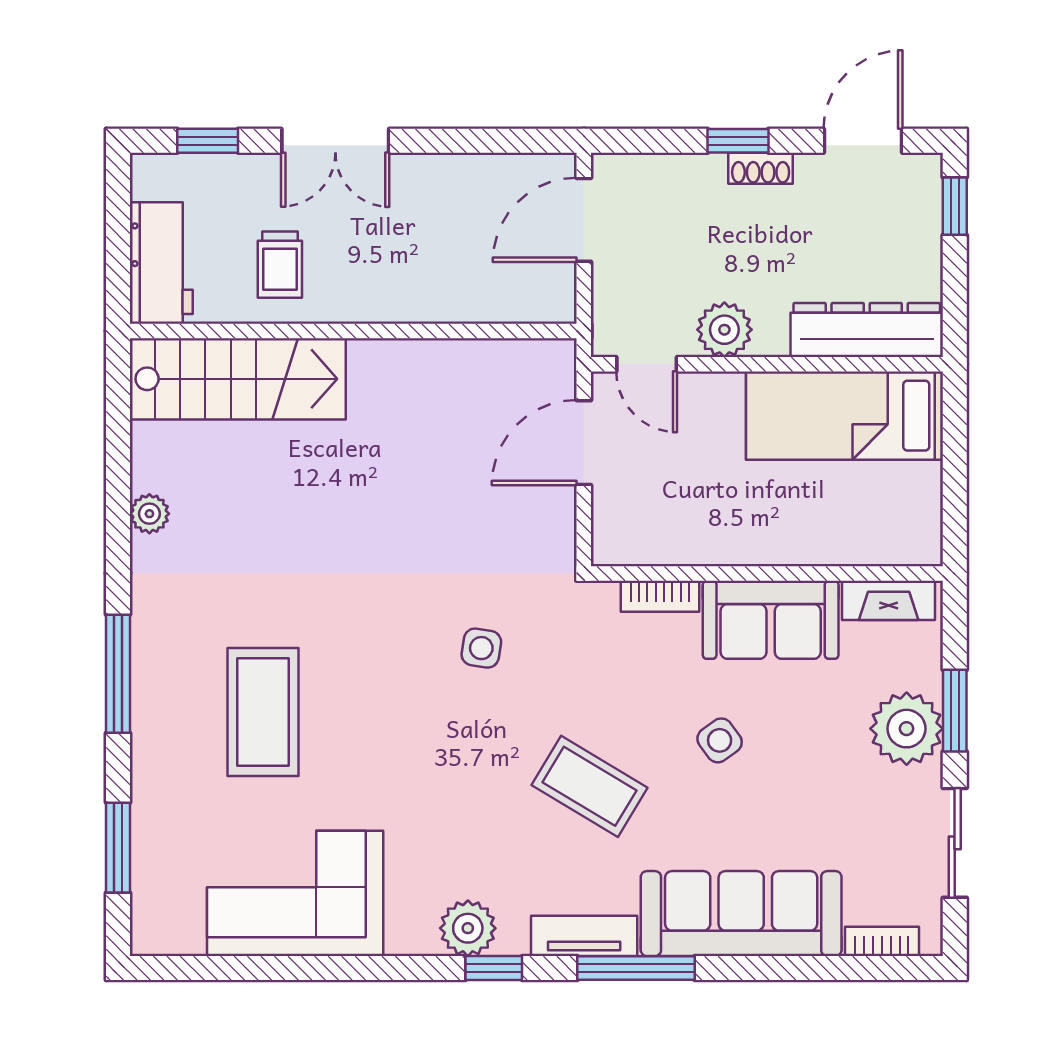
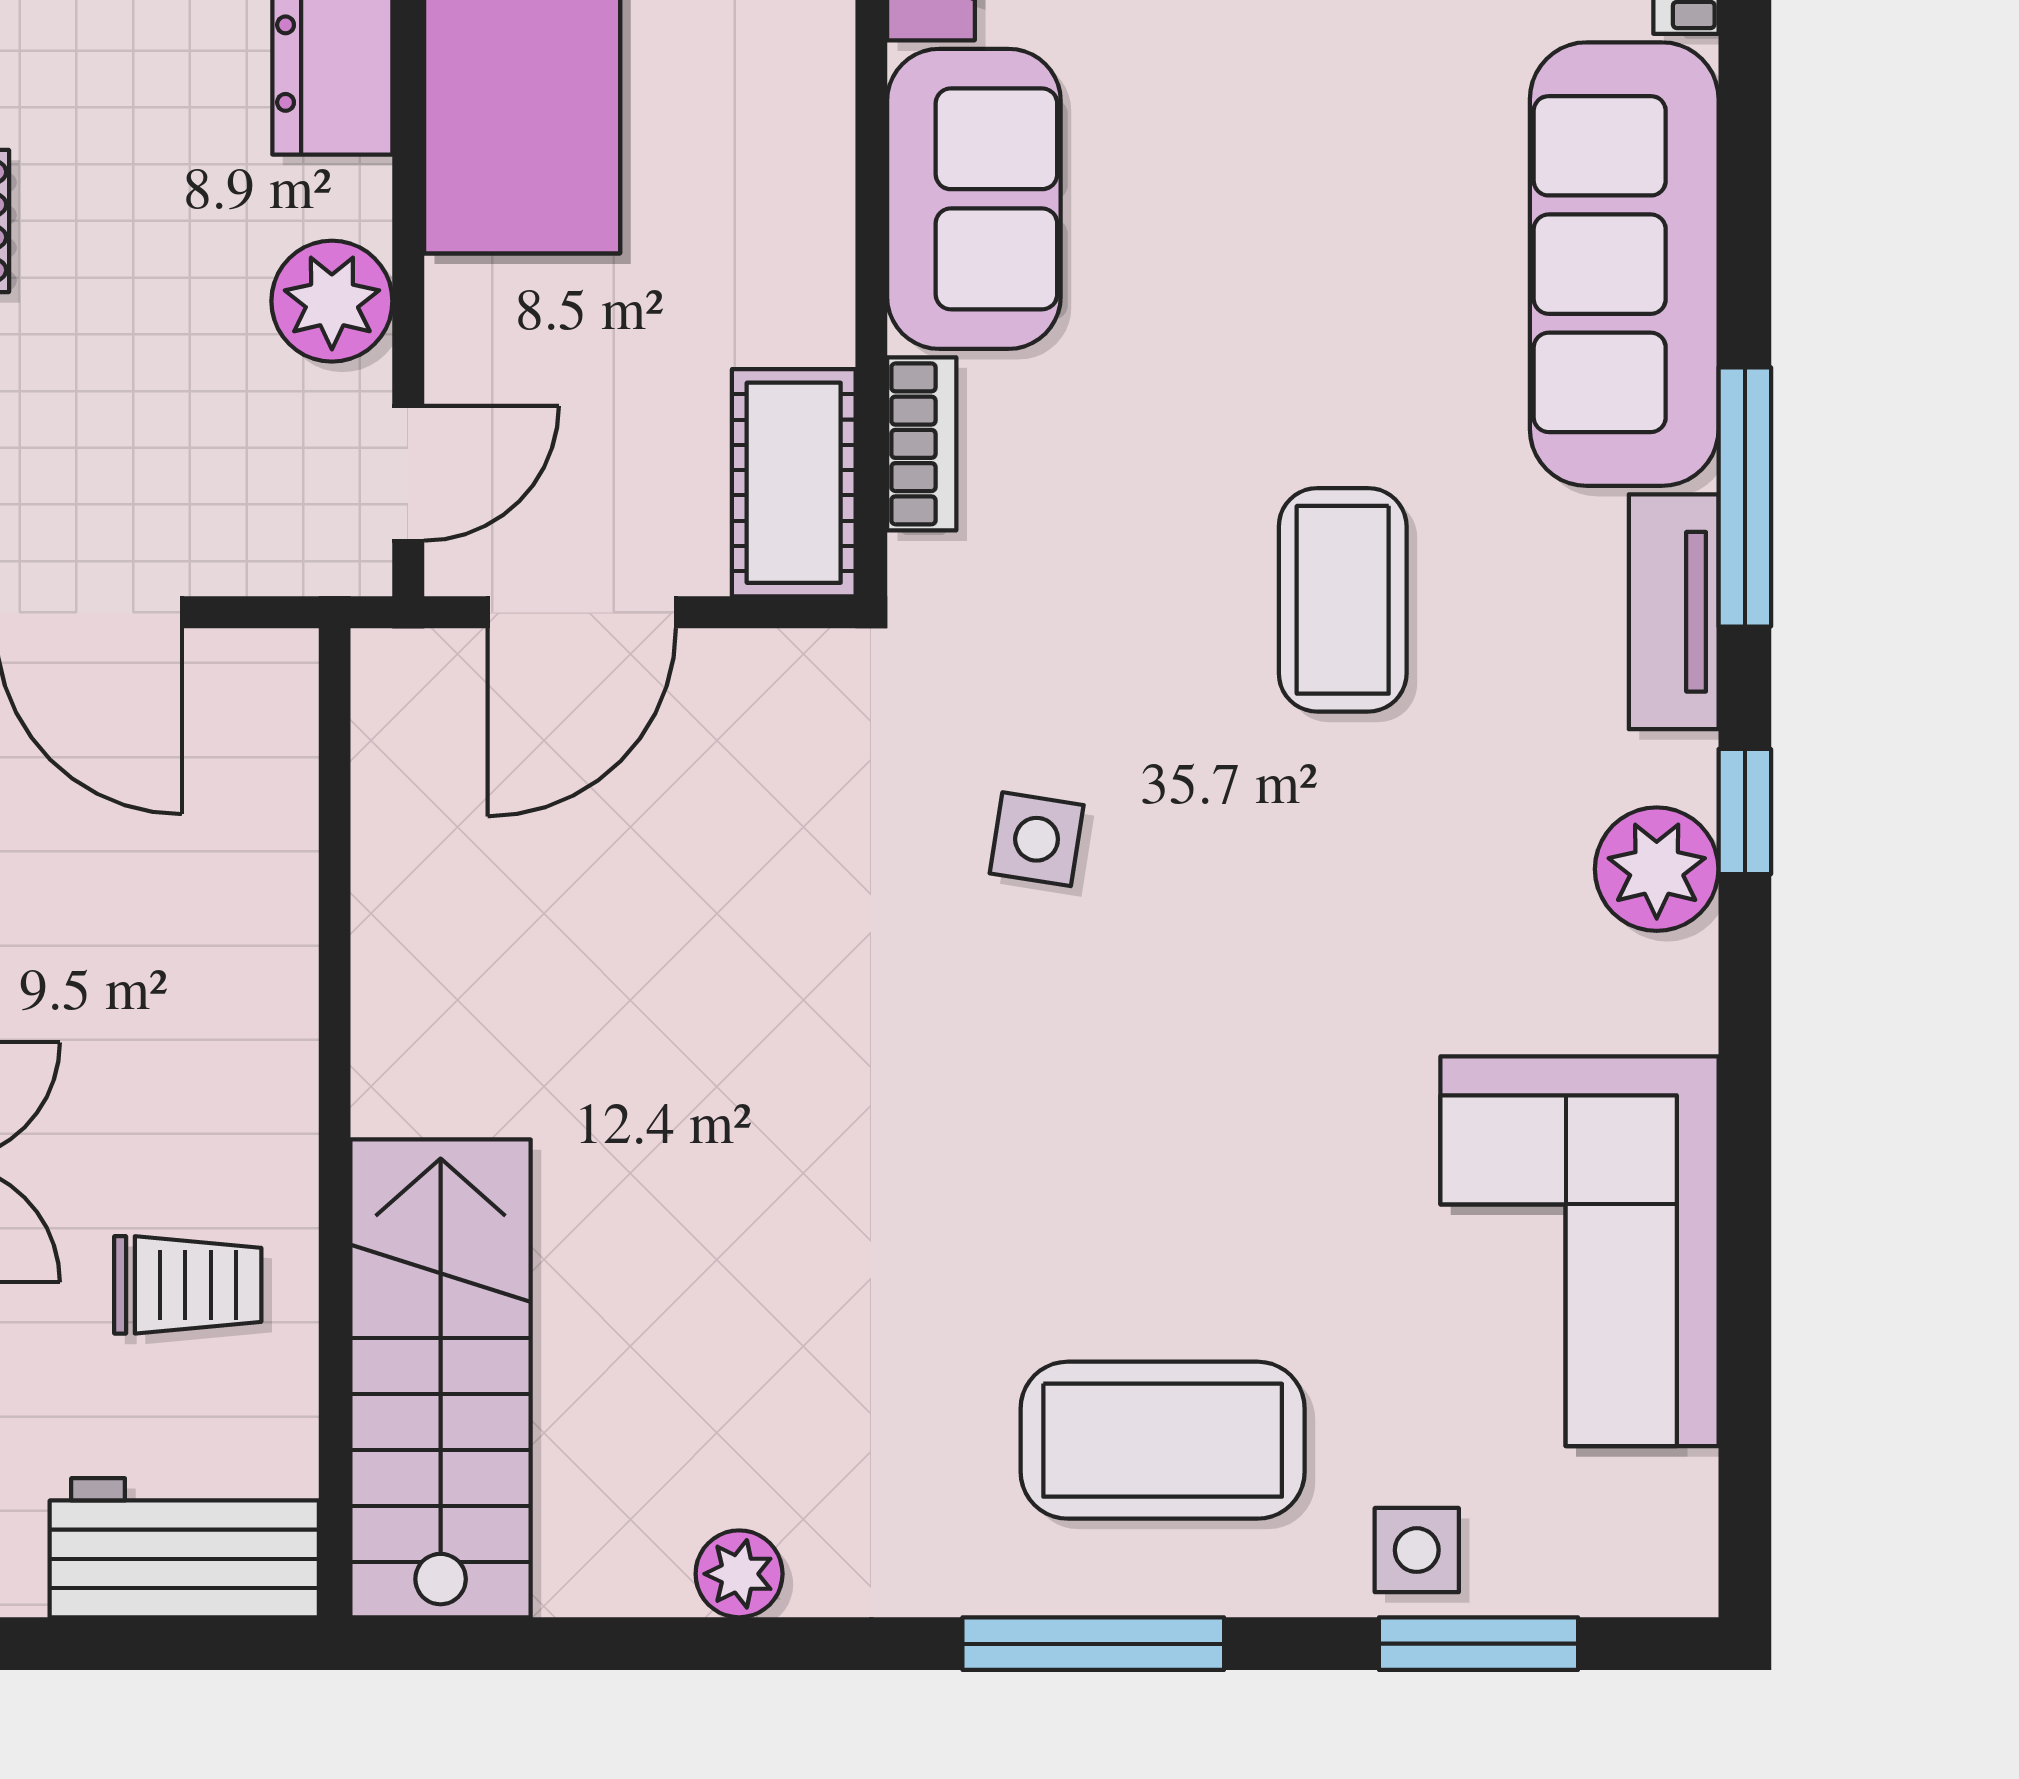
door: (584, 443) -> (582, 612), hinge flipped
cot: (642, 538) -> (794, 483), added
coffee table: (263, 712) -> (1163, 1440), moved
side table: (720, 740) -> (1417, 1550), moved, turned 36
coffee table: (589, 786) -> (1343, 600), turned -31

